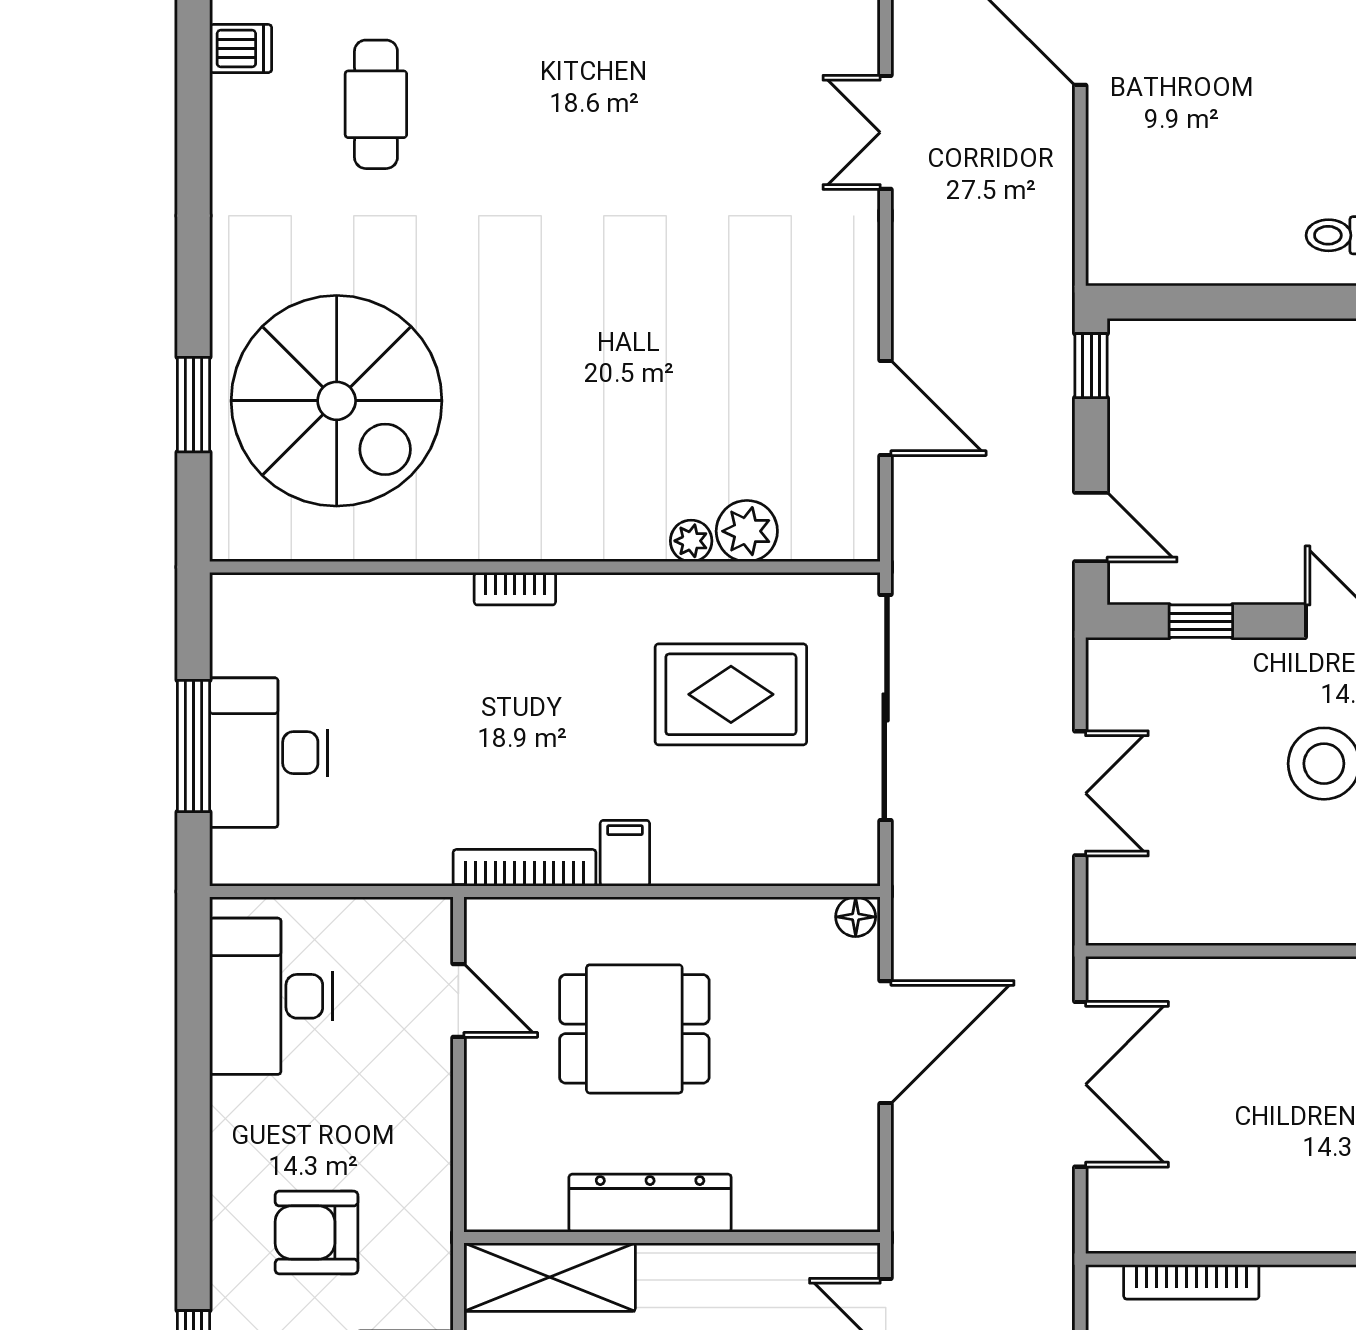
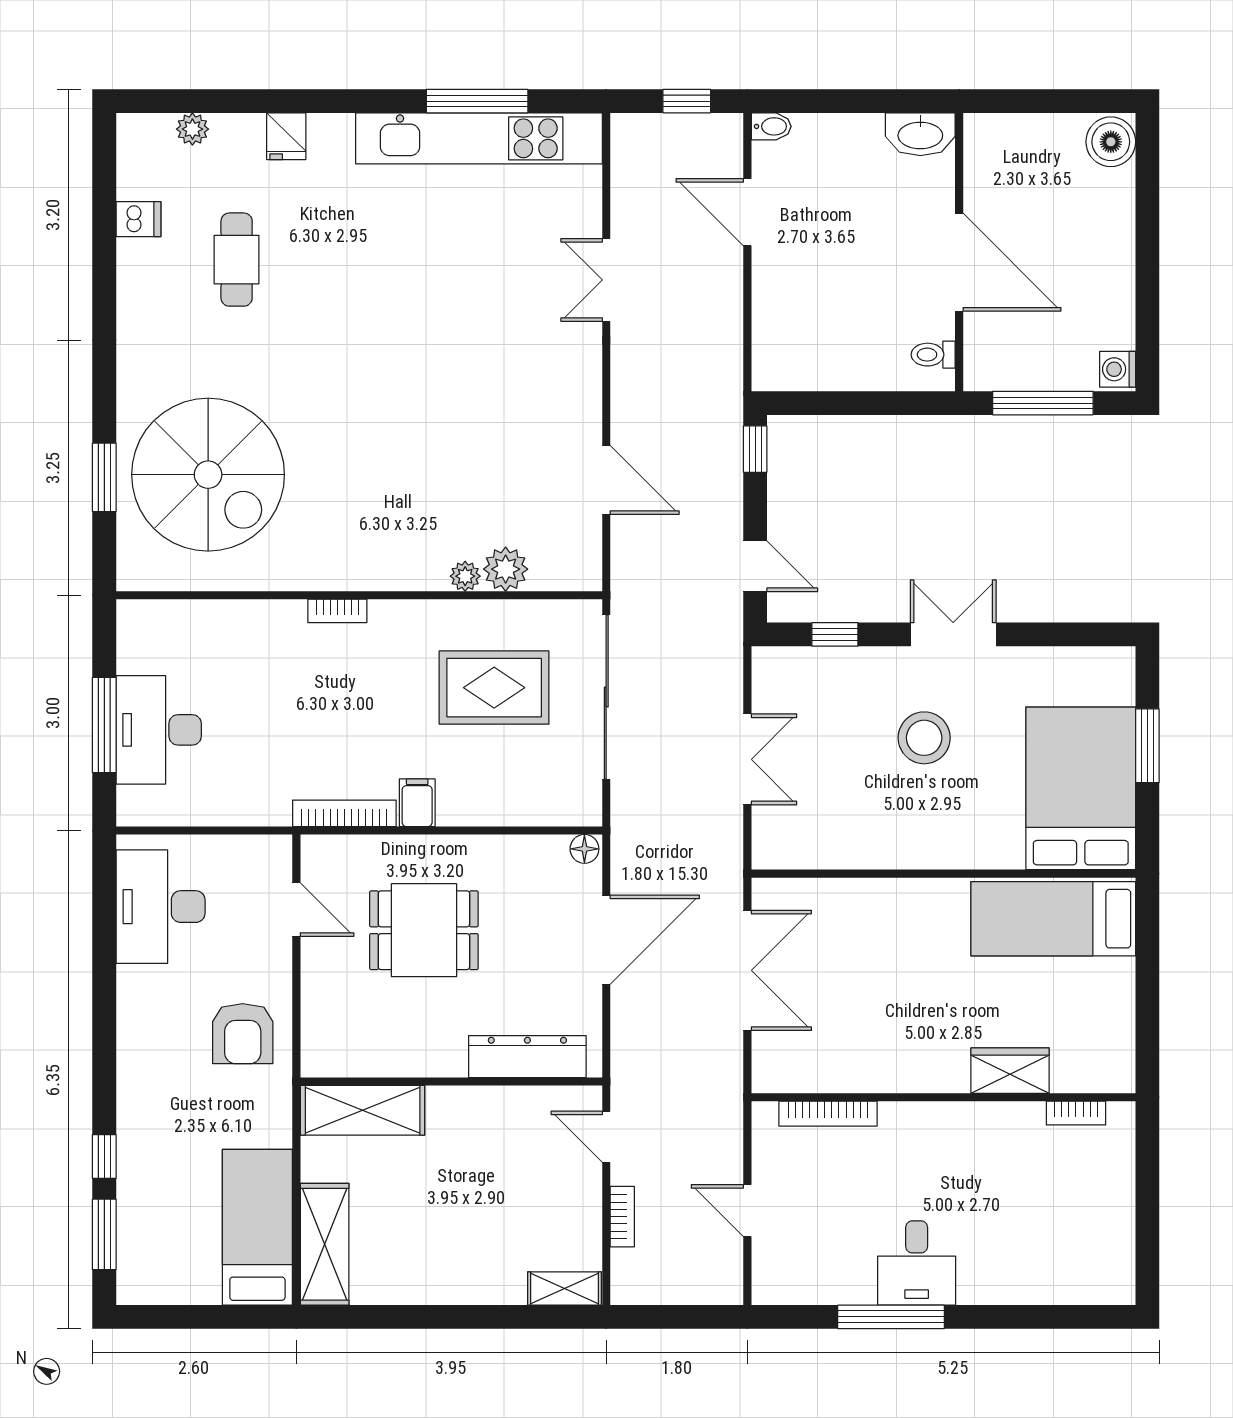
dresser: (650, 1203) -> (527, 1057), moved
armchair: (317, 1232) -> (243, 1034), moved, turned -90

